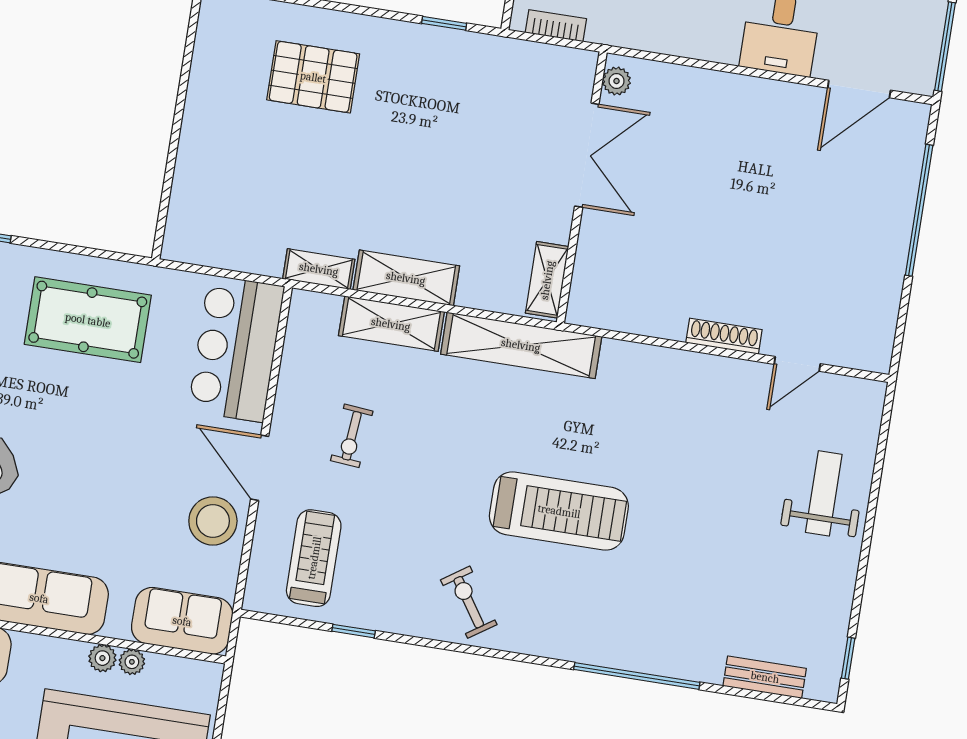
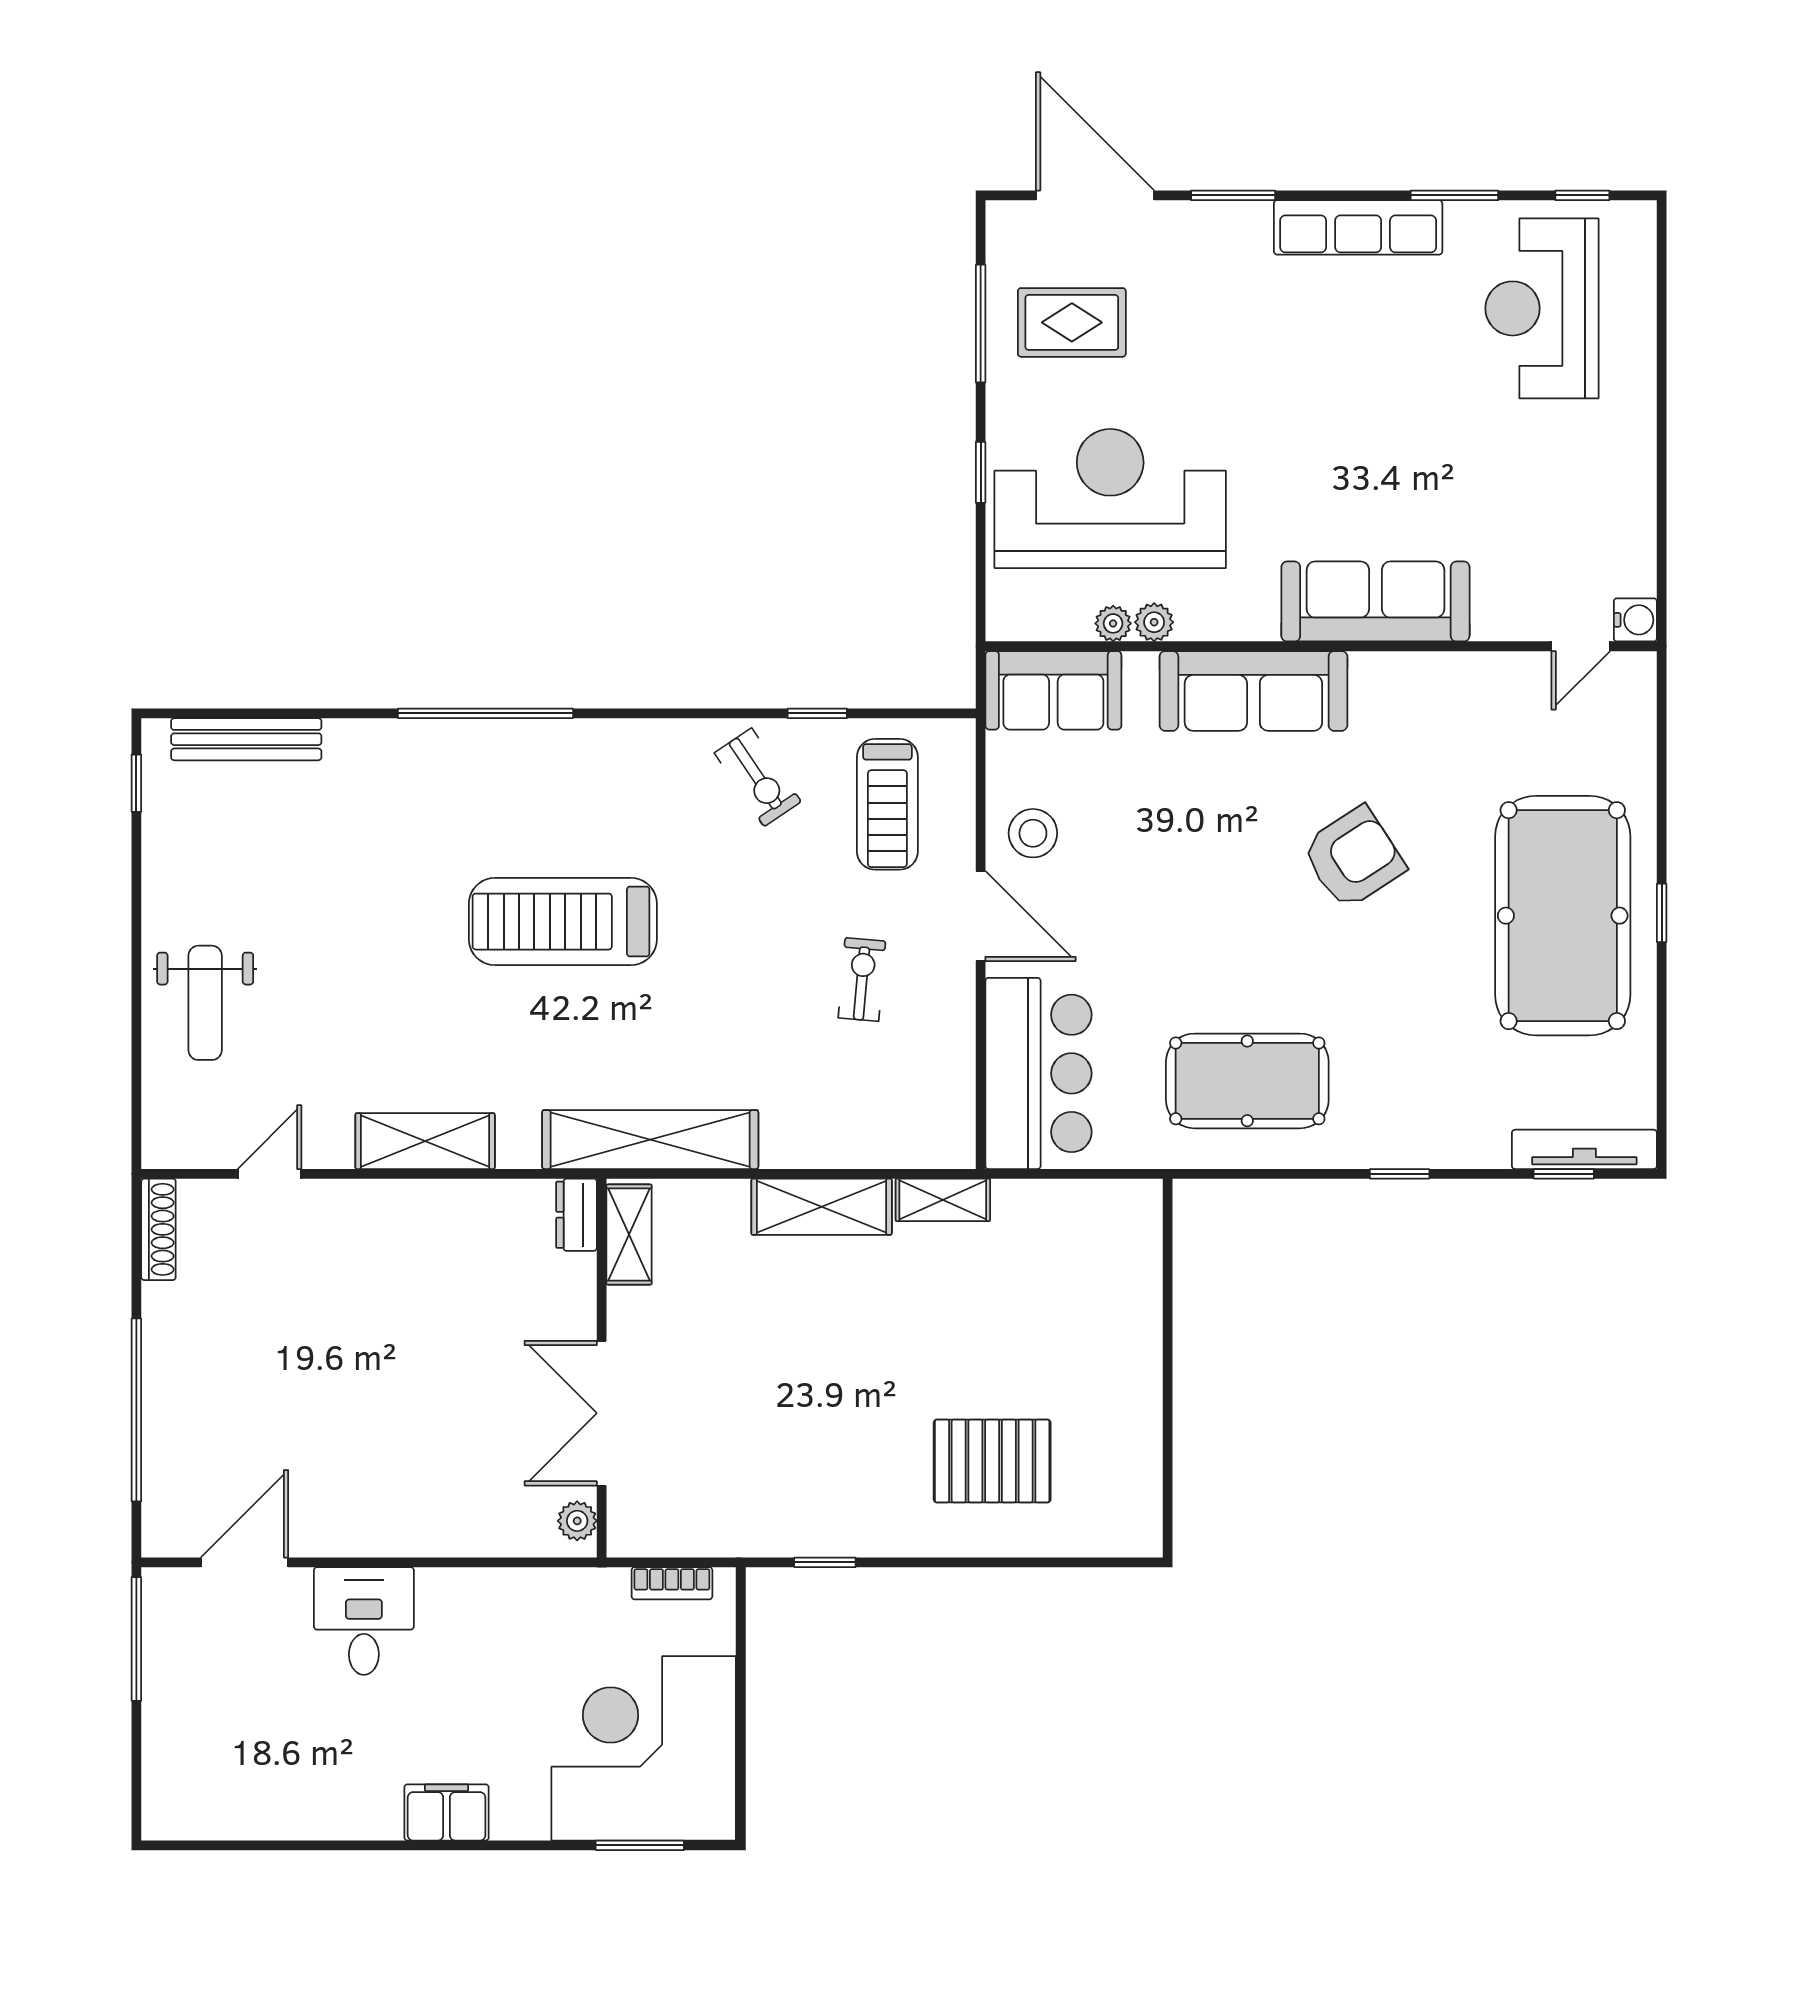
dresser: (582, 300) -> (577, 1215), added
shelving: (391, 324) -> (425, 1141), moved
shoe rack: (724, 336) -> (158, 1229), moved, turned -90
stool: (213, 521) -> (1033, 833), width x0.73, depth x0.73
exercise bike: (469, 602) -> (758, 777), moved
window: (637, 676) -> (486, 713), moved
bench: (765, 677) -> (246, 739), width x1.36

